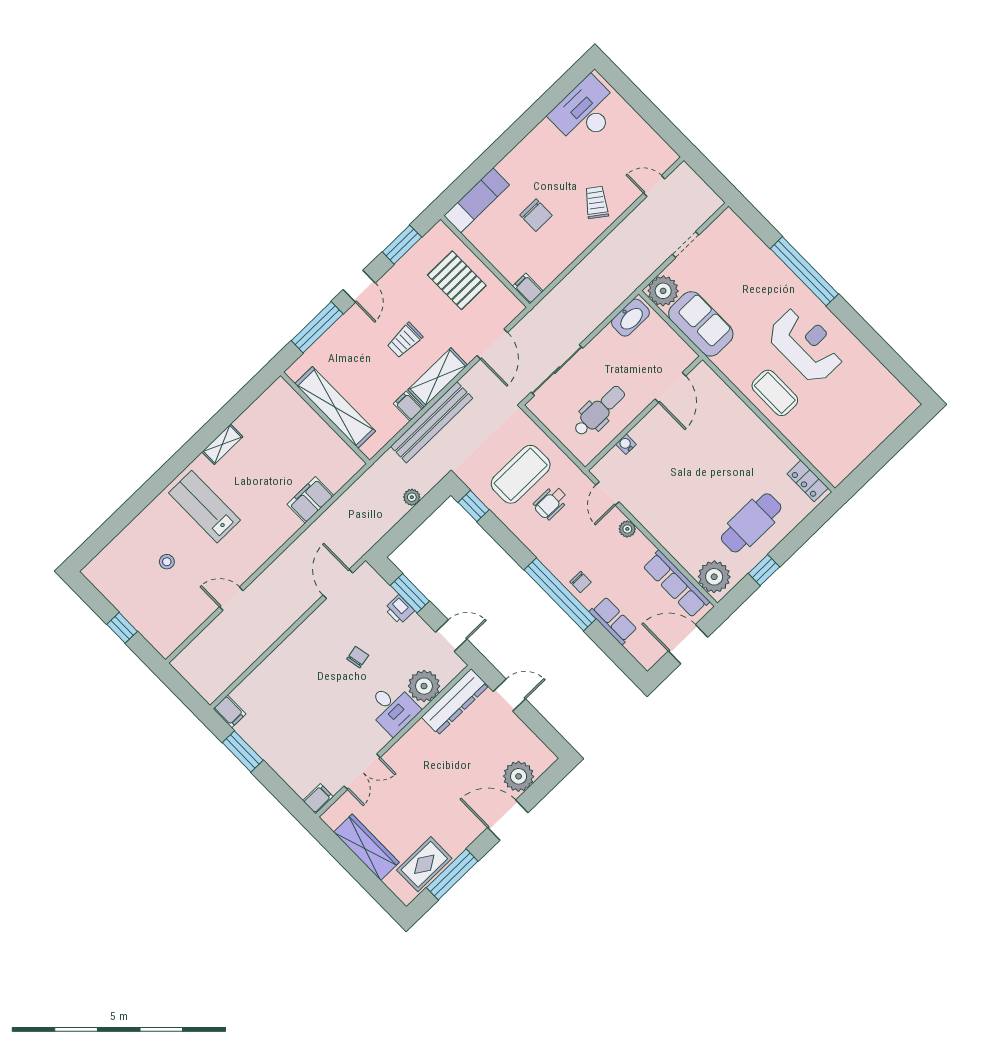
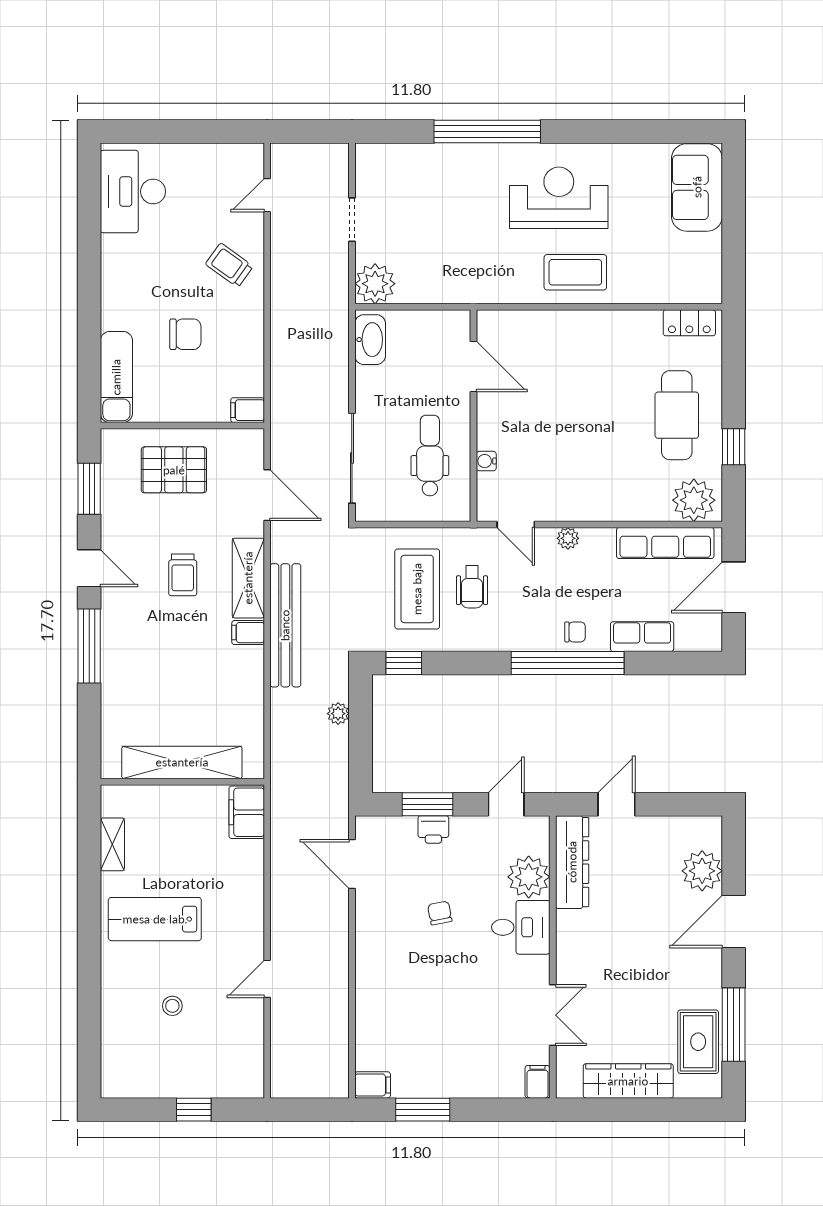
sofa: (701, 324) -> (697, 187), moved, turned -90
shelving: (335, 407) -> (182, 762), moved
wall: (325, 418) -> (182, 782), moved

